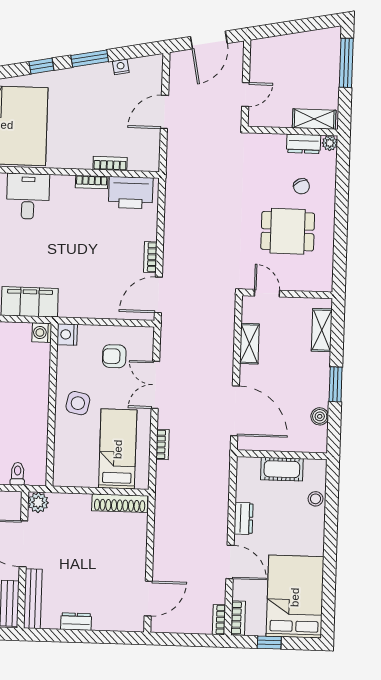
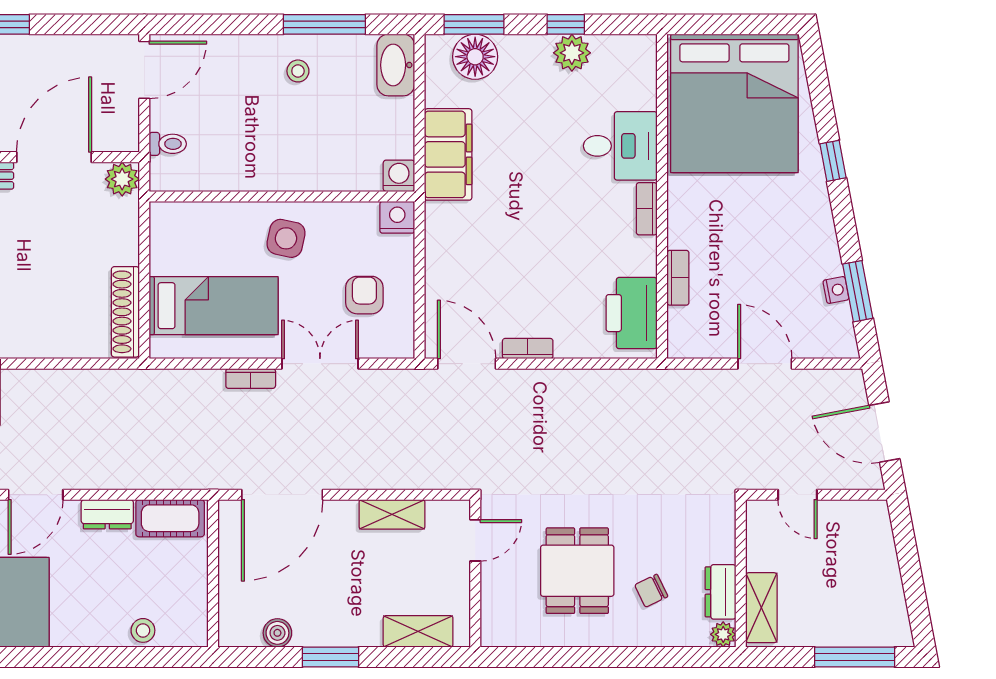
window: (90, 59) -> (858, 291), moved
bookcase: (92, 182) -> (647, 209), moved
bookcase: (163, 444) -> (251, 378), moved
cot: (282, 469) -> (170, 518), moved, turned 90

